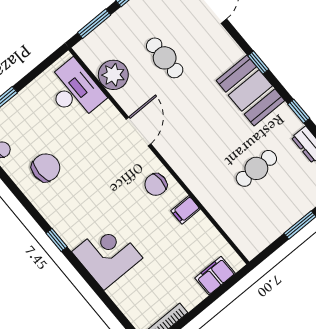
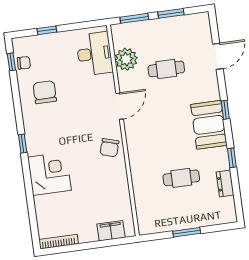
cafe table: (165, 58) -> (166, 69), turned 90
chair: (46, 168) -> (45, 92), turned -90
chair: (156, 185) -> (109, 148), turned -73
filing cabinet: (186, 210) -> (118, 176), removed

